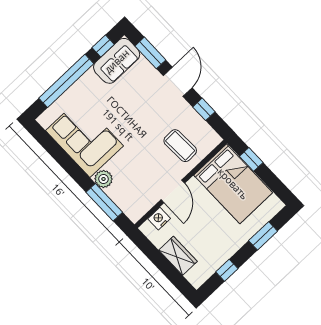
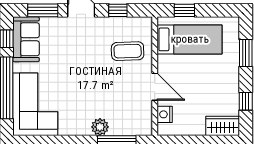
corner sofa: (84, 138) -> (35, 104), moved, turned 90
bed: (233, 184) -> (190, 39), width x0.67
wardrobe: (178, 256) -> (223, 126), moved

